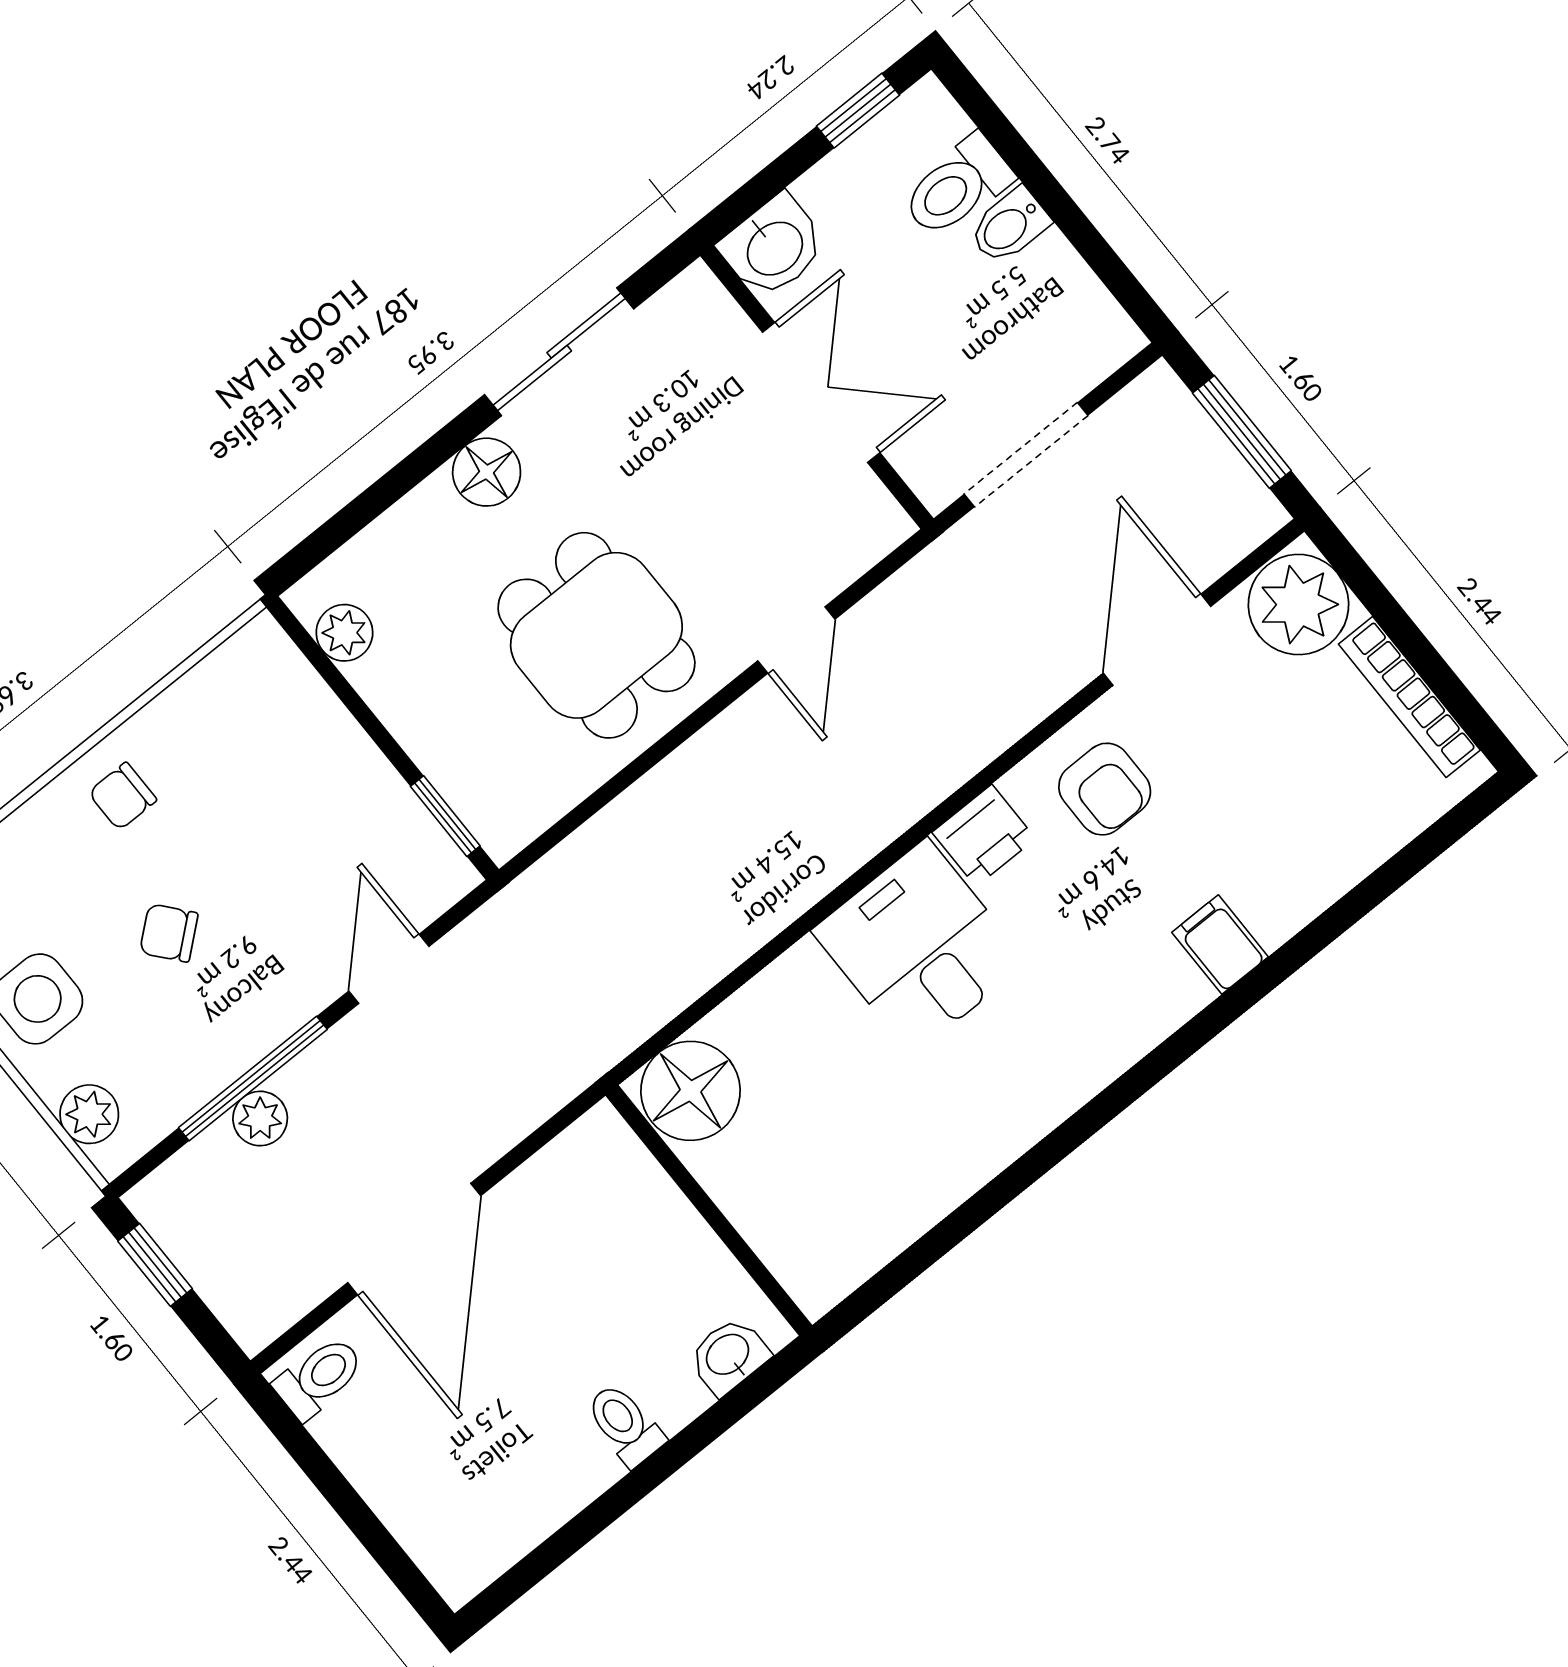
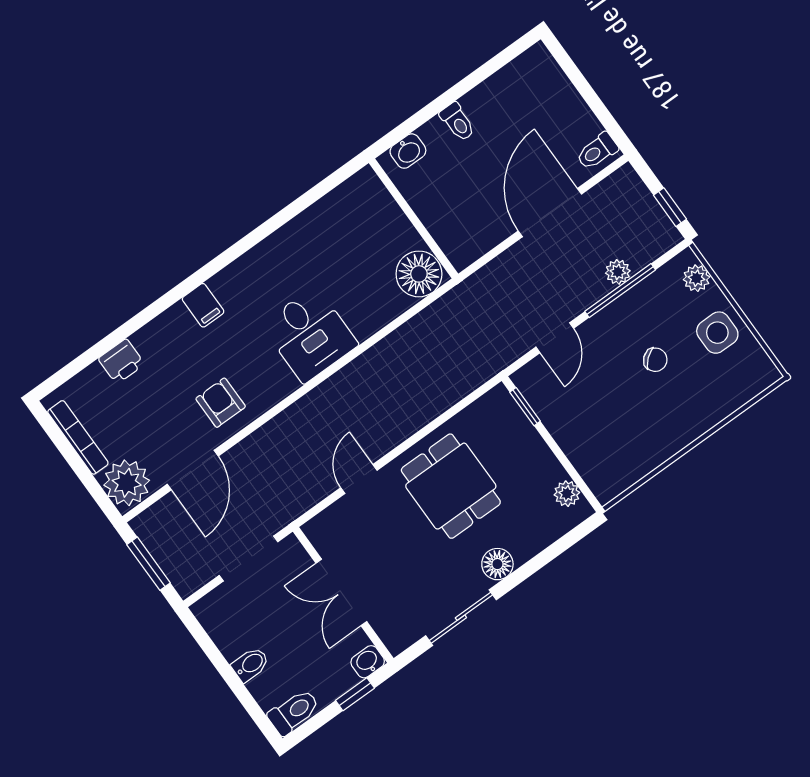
window: (858, 111) -> (355, 694), moved
toilet: (957, 186) -> (294, 712), moved
washbasin: (773, 247) -> (368, 662), width x0.72, depth x0.69
chair: (123, 796) -> (673, 424), removed
printer: (984, 836) -> (121, 361), moved, turned 180
filing cabinet: (1220, 945) -> (203, 305), moved

